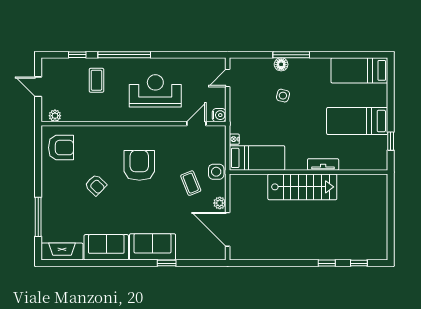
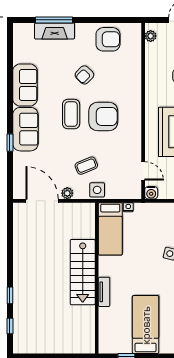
armchair: (61, 148) -> (108, 39), moved, turned -90
coffee table: (137, 199) -> (71, 114), added
door: (228, 229) -> (42, 201), hinge flipped
fireplace: (62, 252) -> (55, 31), moved, turned 90

